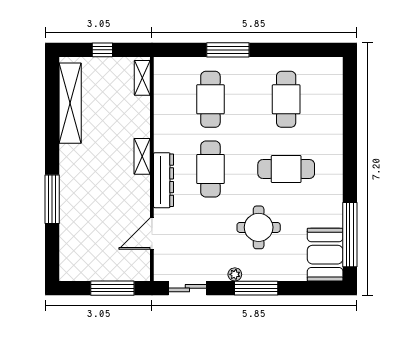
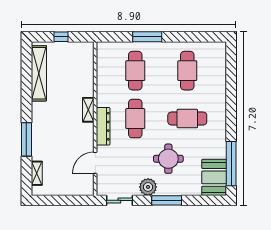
shelving: (142, 78) -> (37, 173), moved
plant: (235, 274) -> (148, 187), width x1.88, depth x1.88
window: (112, 288) -> (68, 200), removed

